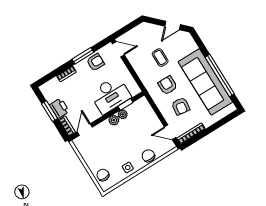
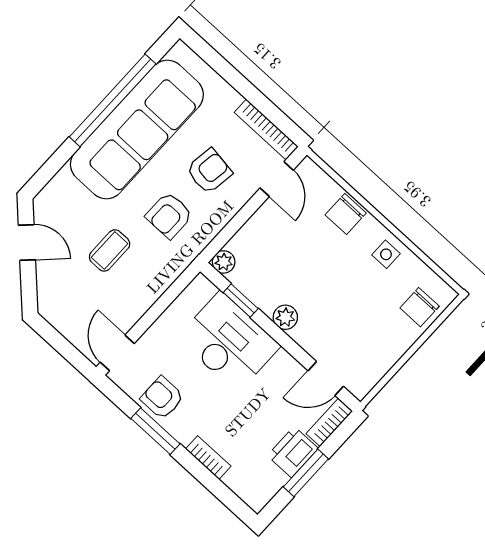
plant: (123, 114) -> (224, 262), moved

